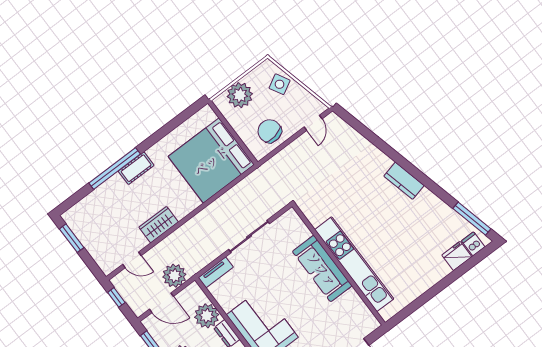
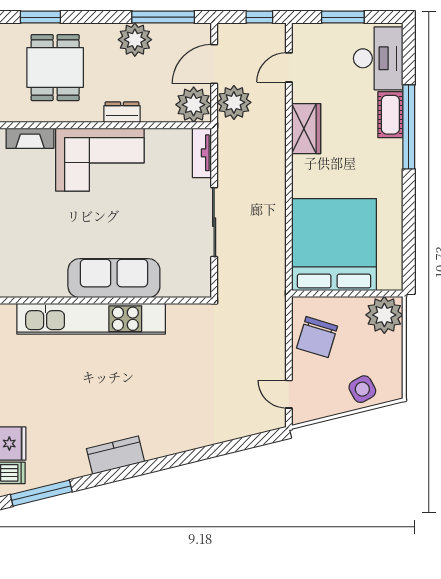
plant: (240, 95) -> (384, 315), moved
chair: (270, 131) -> (317, 337), turned 117
cot: (136, 168) -> (390, 115), moved
kitchen counter: (404, 181) -> (116, 455), moved
desk: (89, 214) -> (378, 58), added
window: (72, 238) -> (343, 17), moved
plant: (207, 316) -> (194, 105), moved

